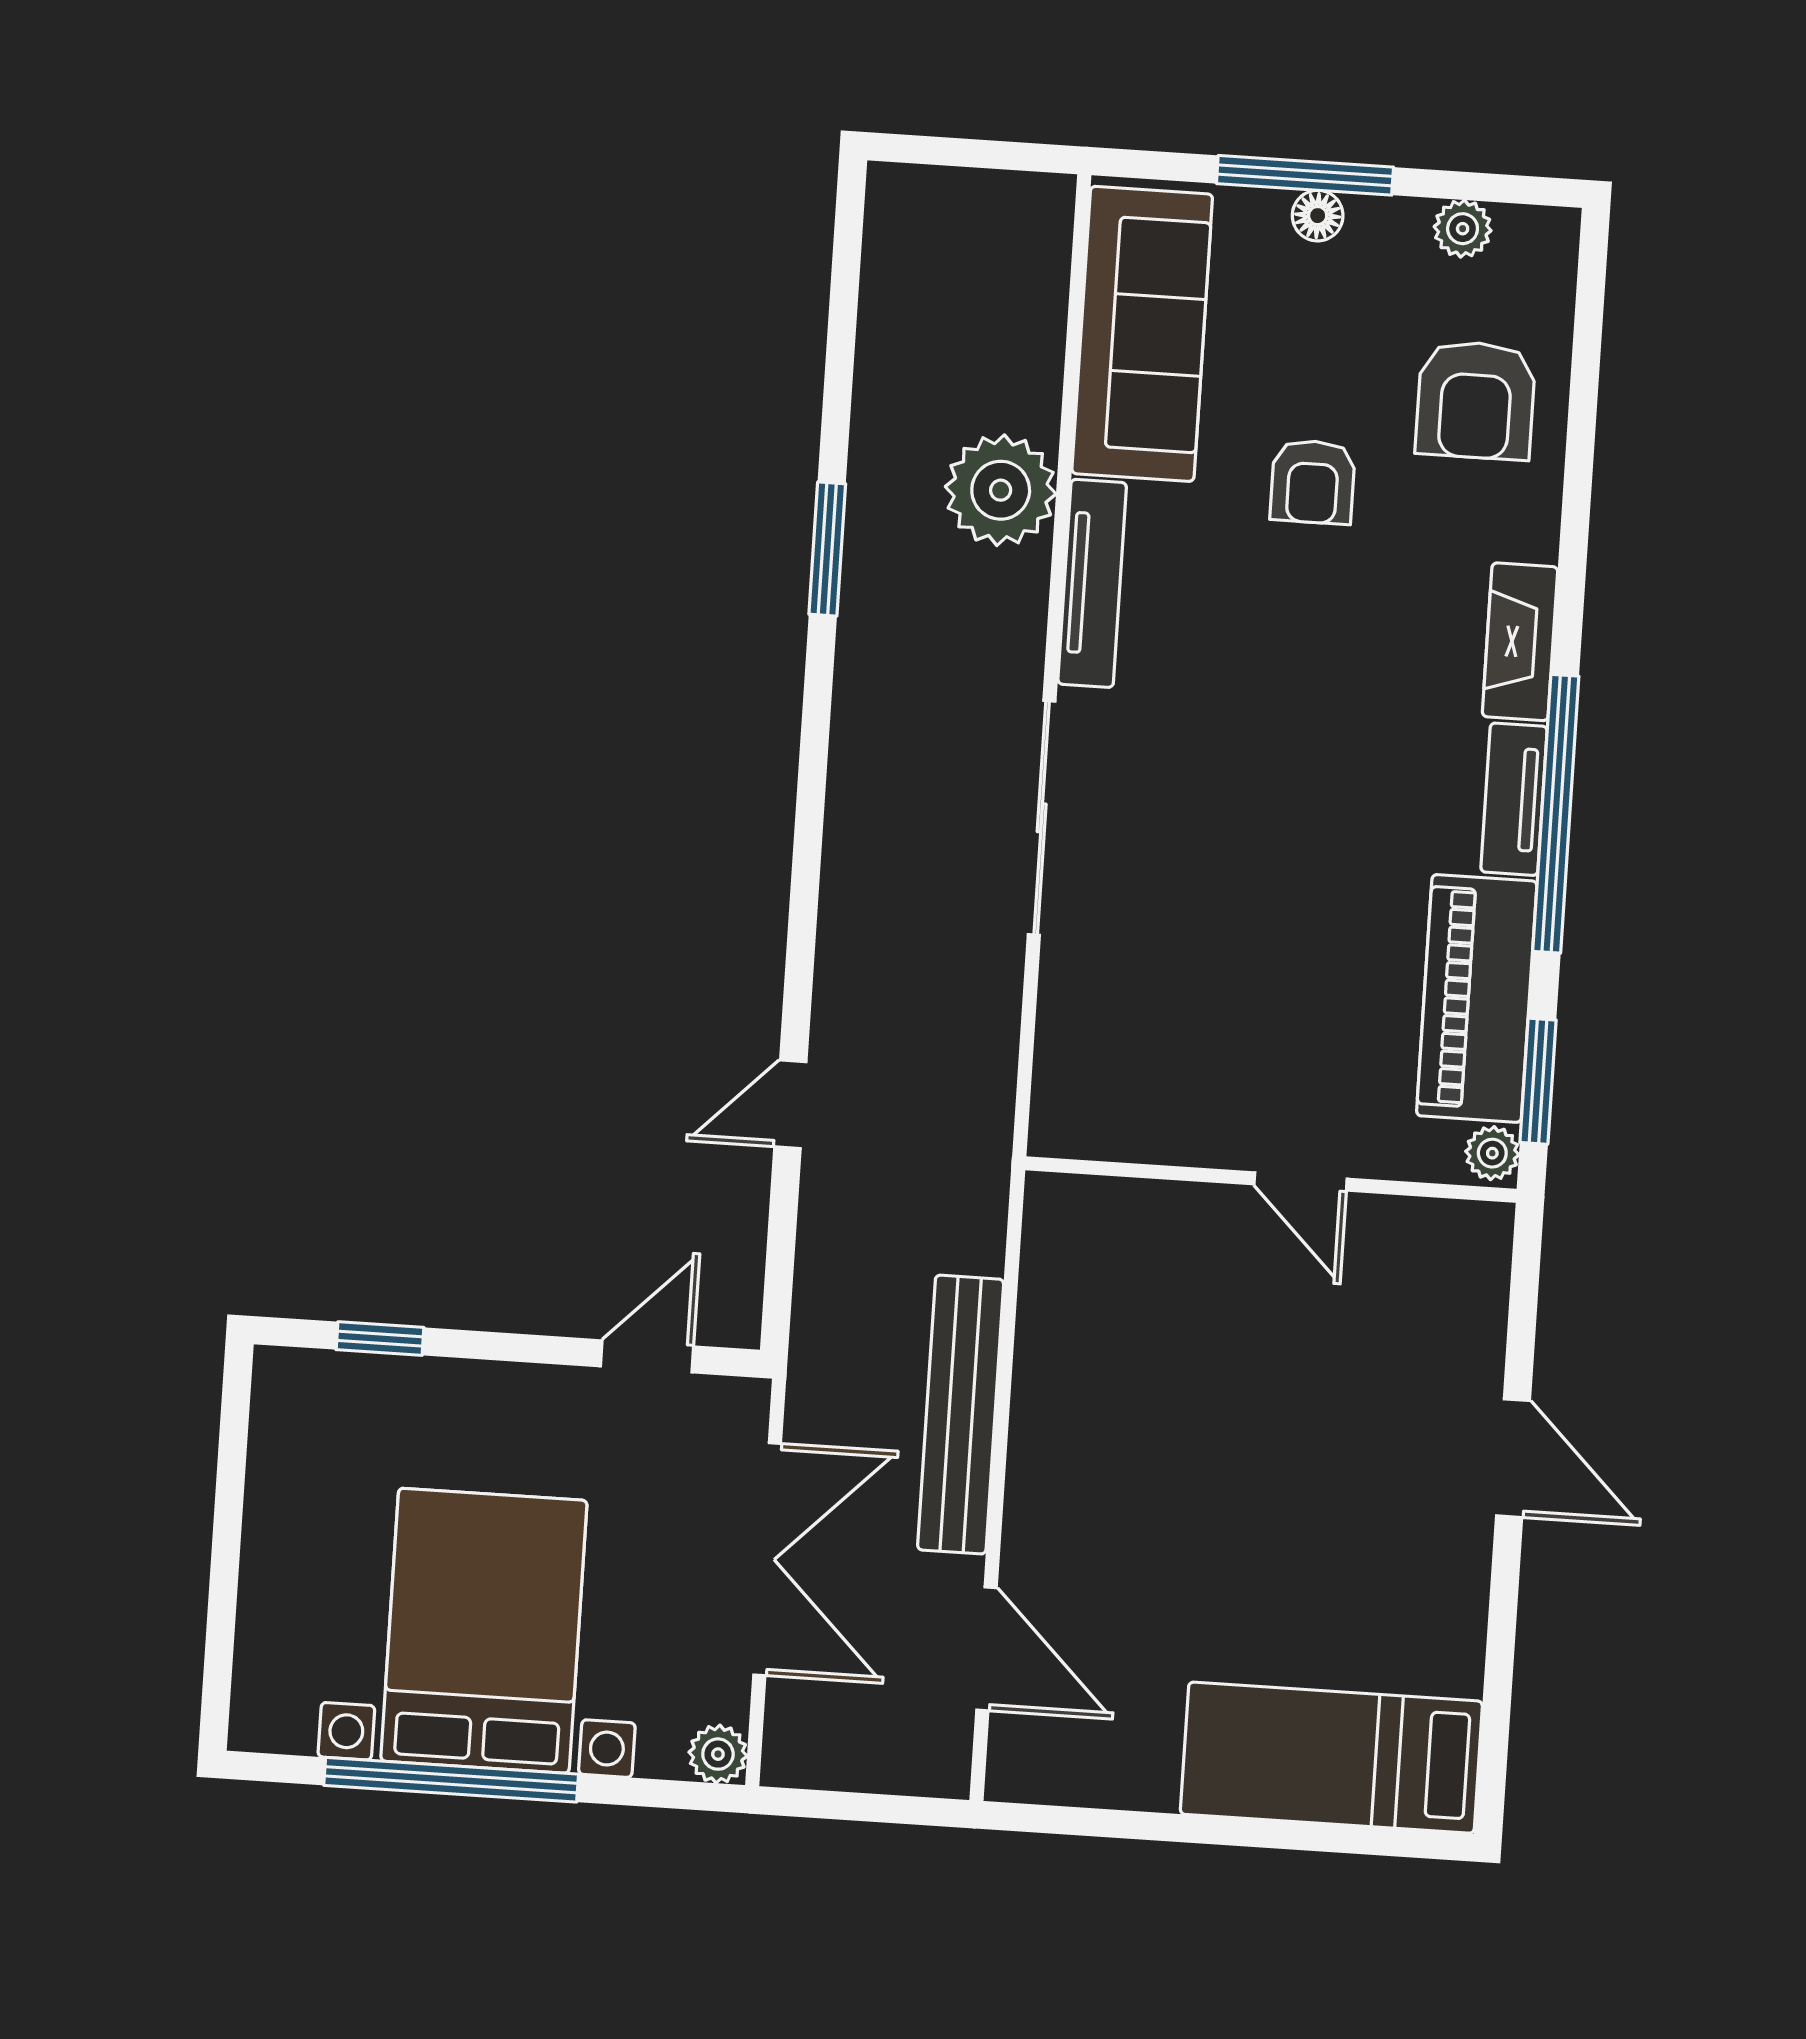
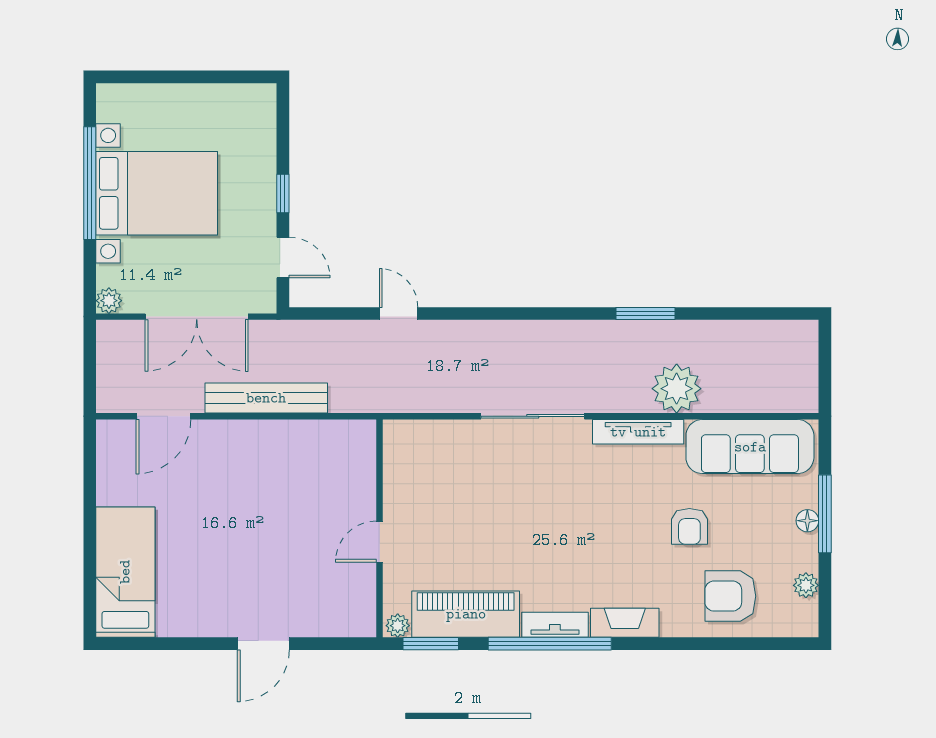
armchair: (1313, 482) -> (689, 526), turned -90
window: (380, 1339) -> (283, 194), moved

